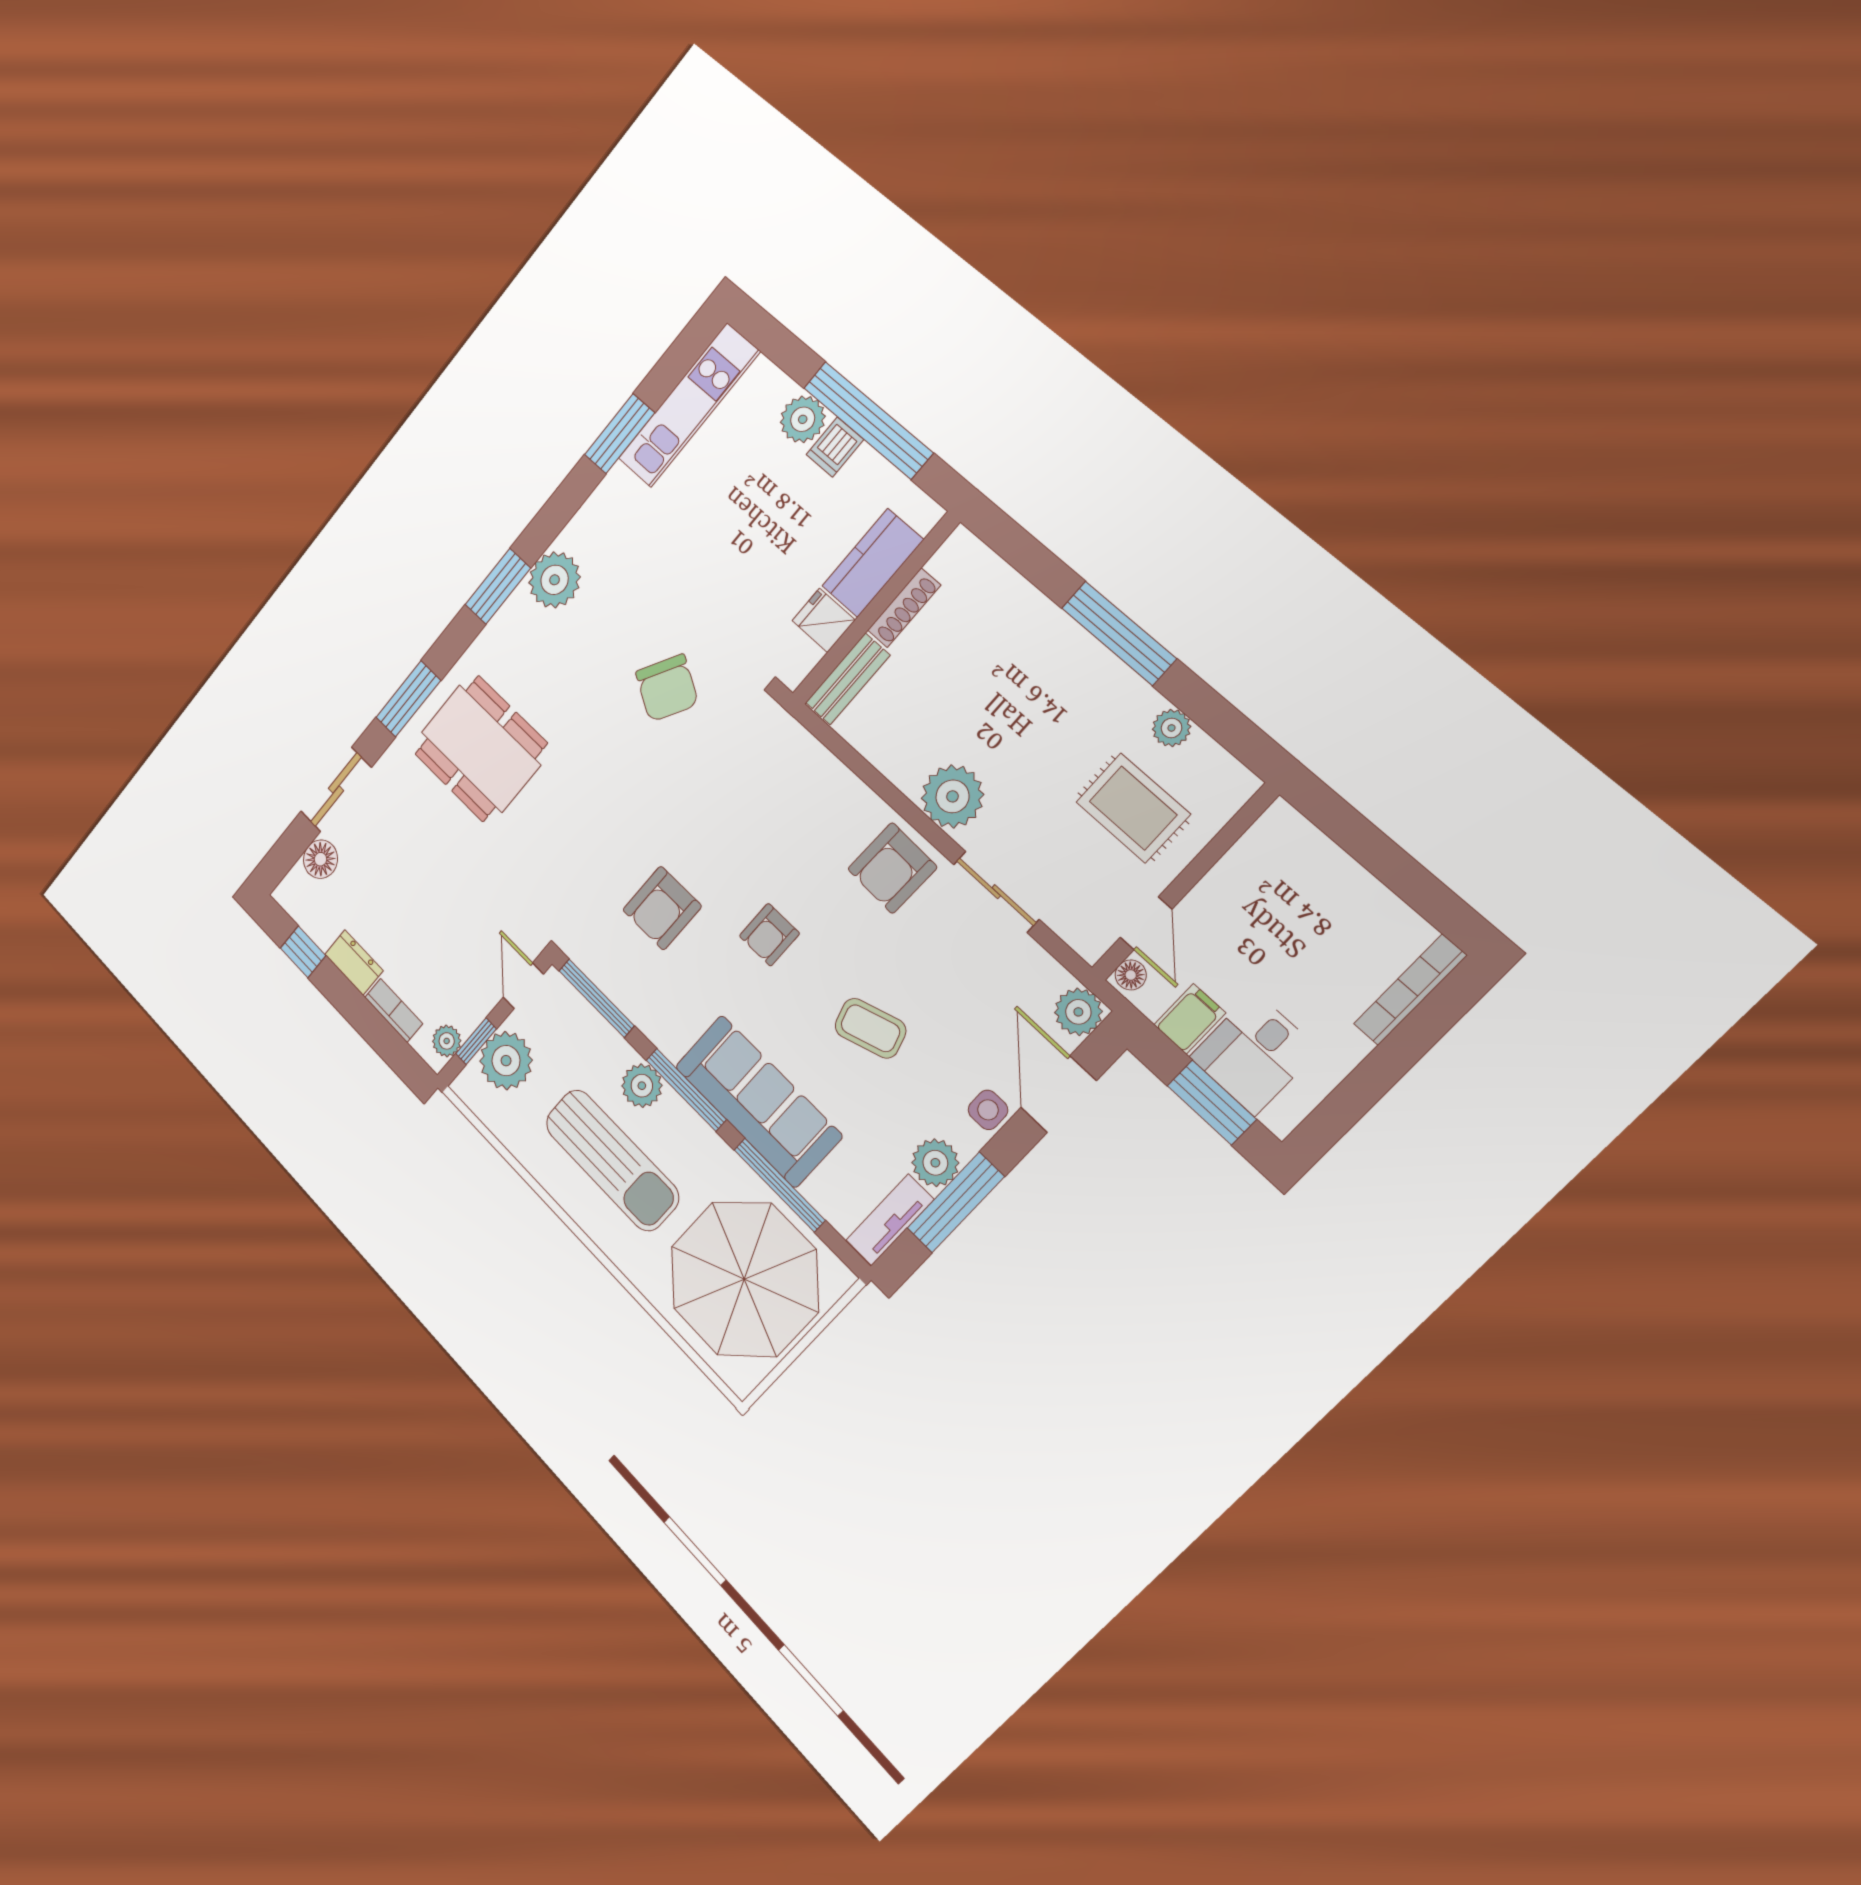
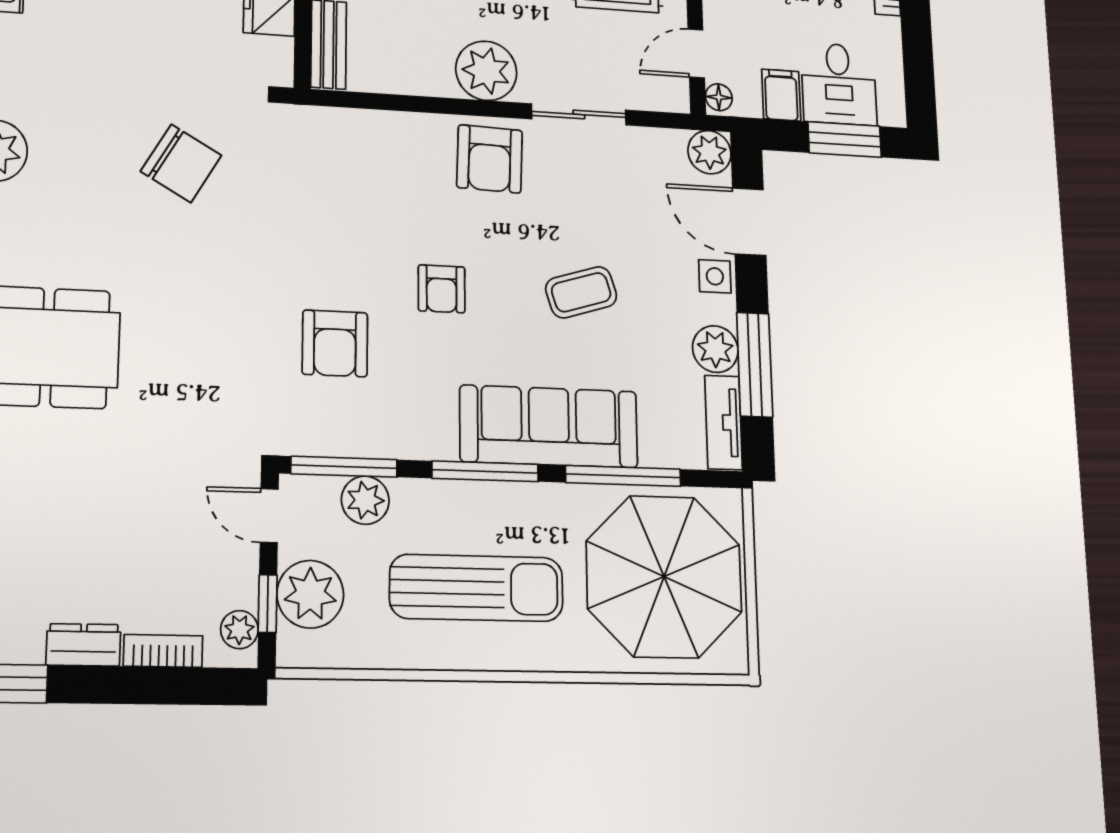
door: (1146, 923) -> (696, 53), swing flipped
plant: (642, 1086) -> (365, 500), moved

